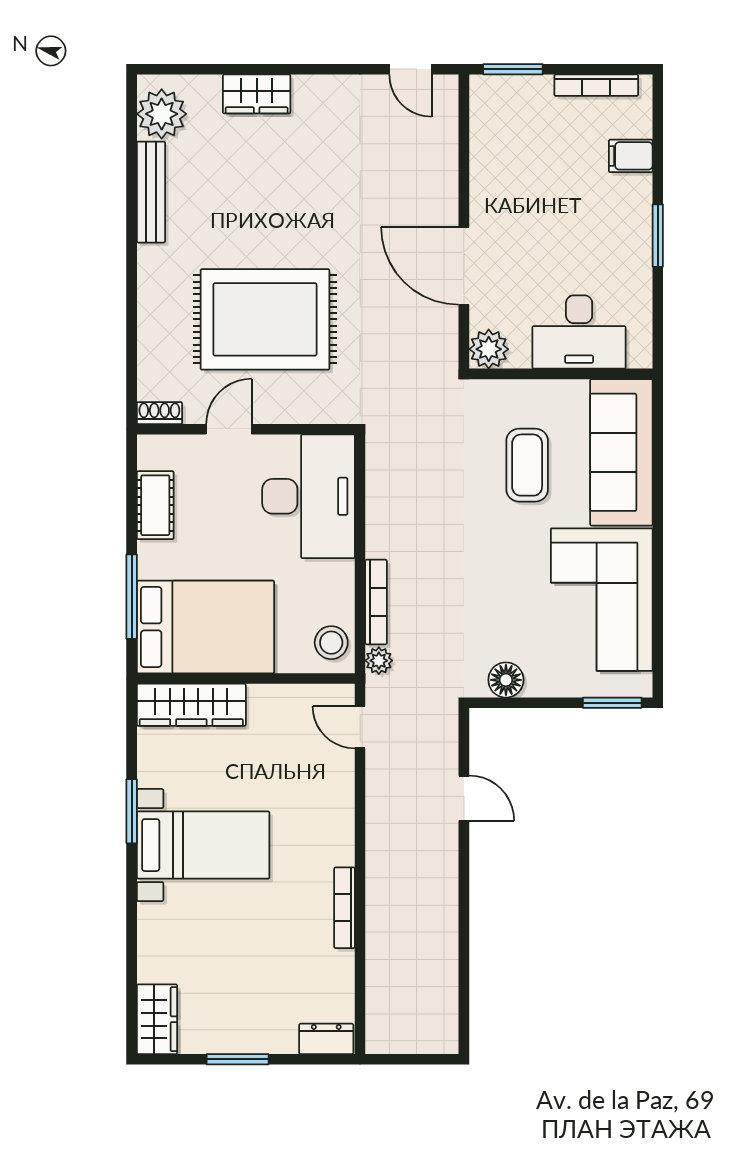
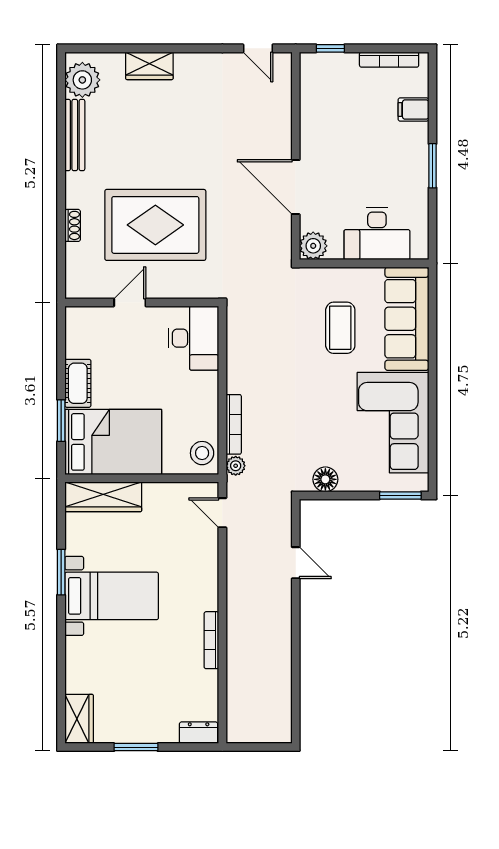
window: (513, 69) -> (330, 48), width x0.67
shoe rack: (159, 413) -> (73, 225), moved, turned 90
desk: (309, 496) -> (194, 338), width x0.73, depth x0.77
cot: (155, 505) -> (78, 383), moved
window: (132, 597) -> (61, 421), width x0.69

